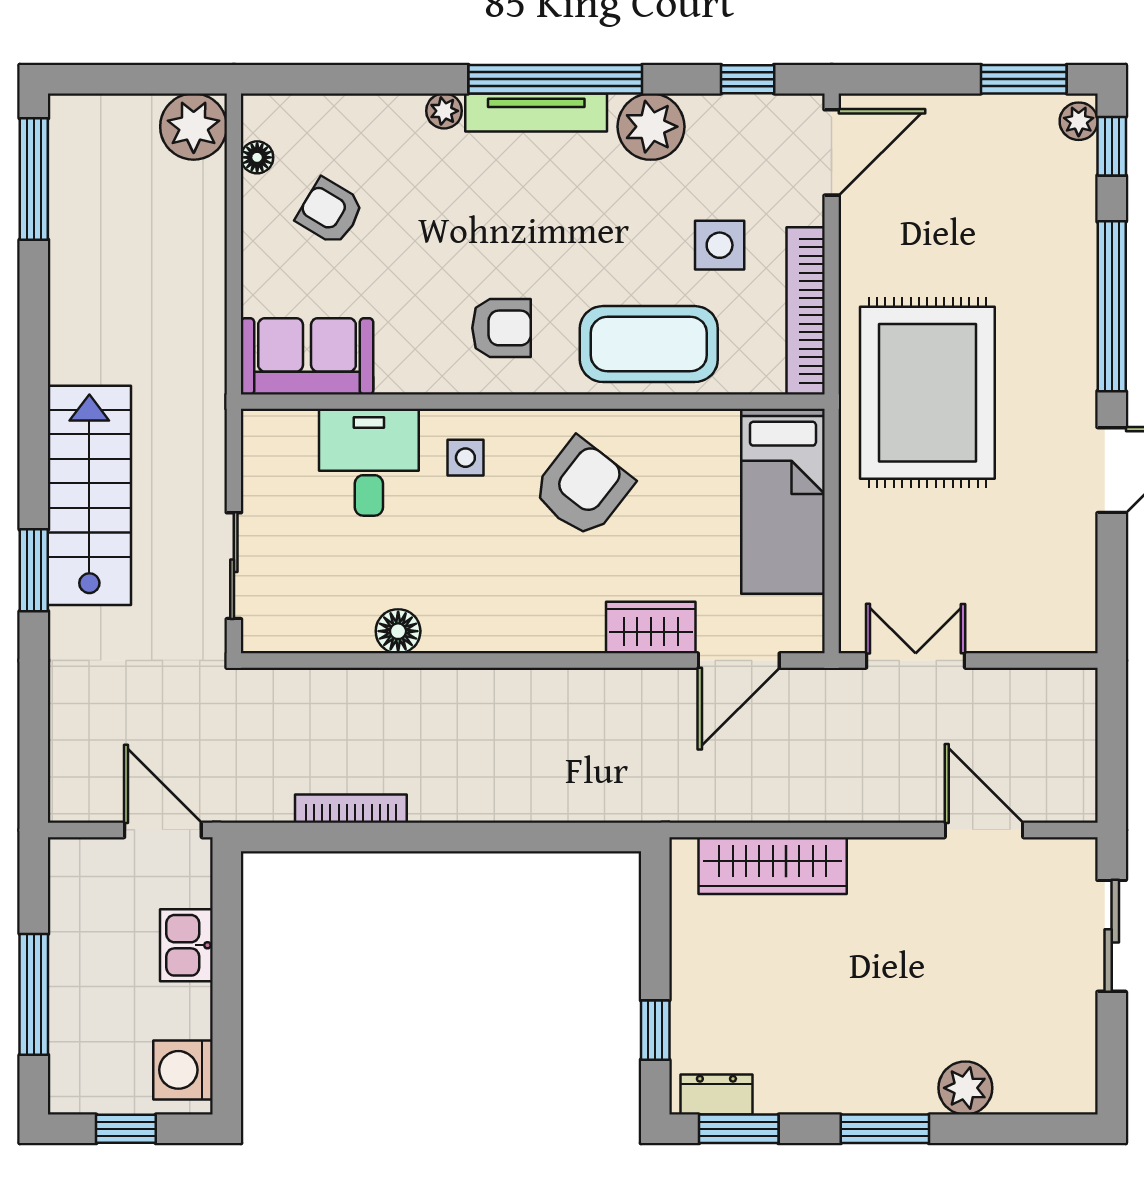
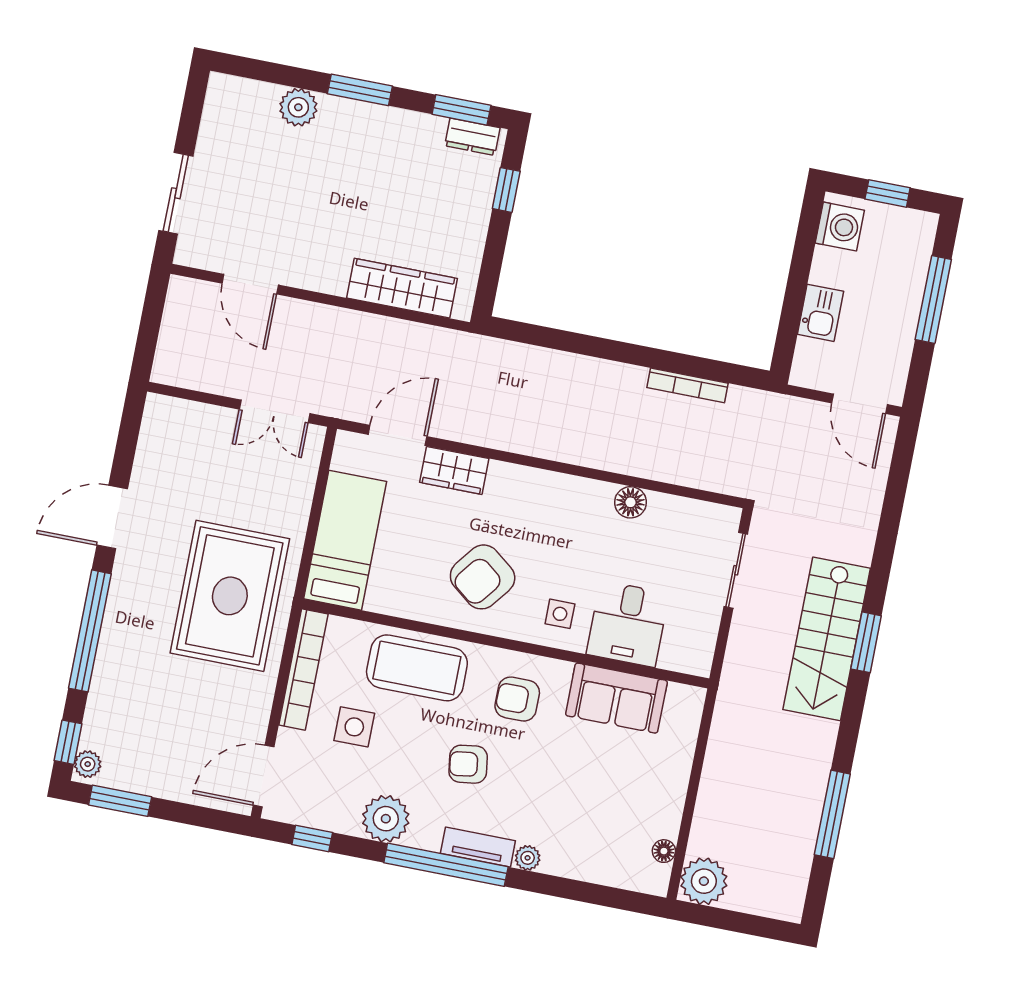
tv unit: (536, 112) -> (478, 847), width x0.71
window: (34, 179) -> (832, 814), moved
armchair: (330, 212) -> (468, 764), moved, turned 141
sofa: (307, 356) -> (616, 698), moved
window: (34, 570) -> (866, 642), moved
door: (163, 830) -> (860, 404), moved

